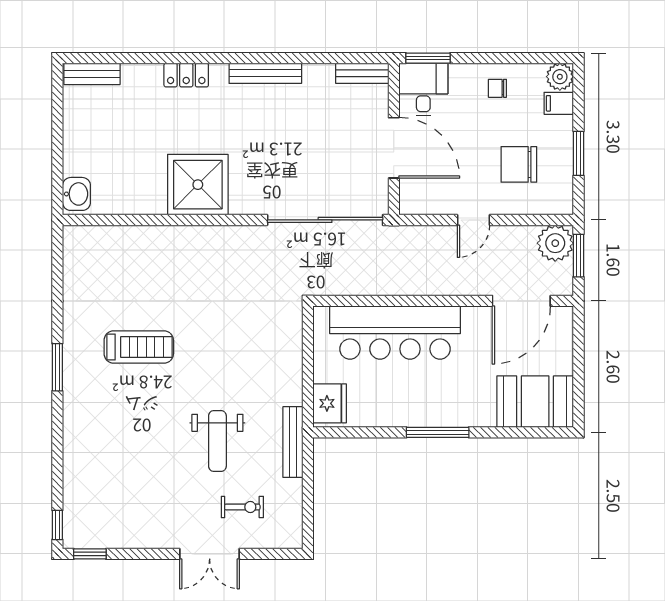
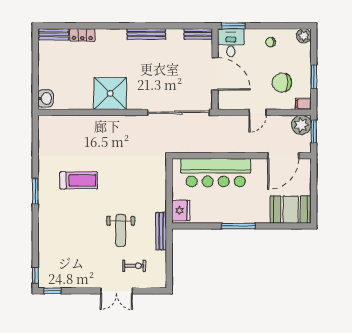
locker: (186, 75) -> (82, 35), moved
filing cabinet: (559, 103) -> (303, 104), moved

